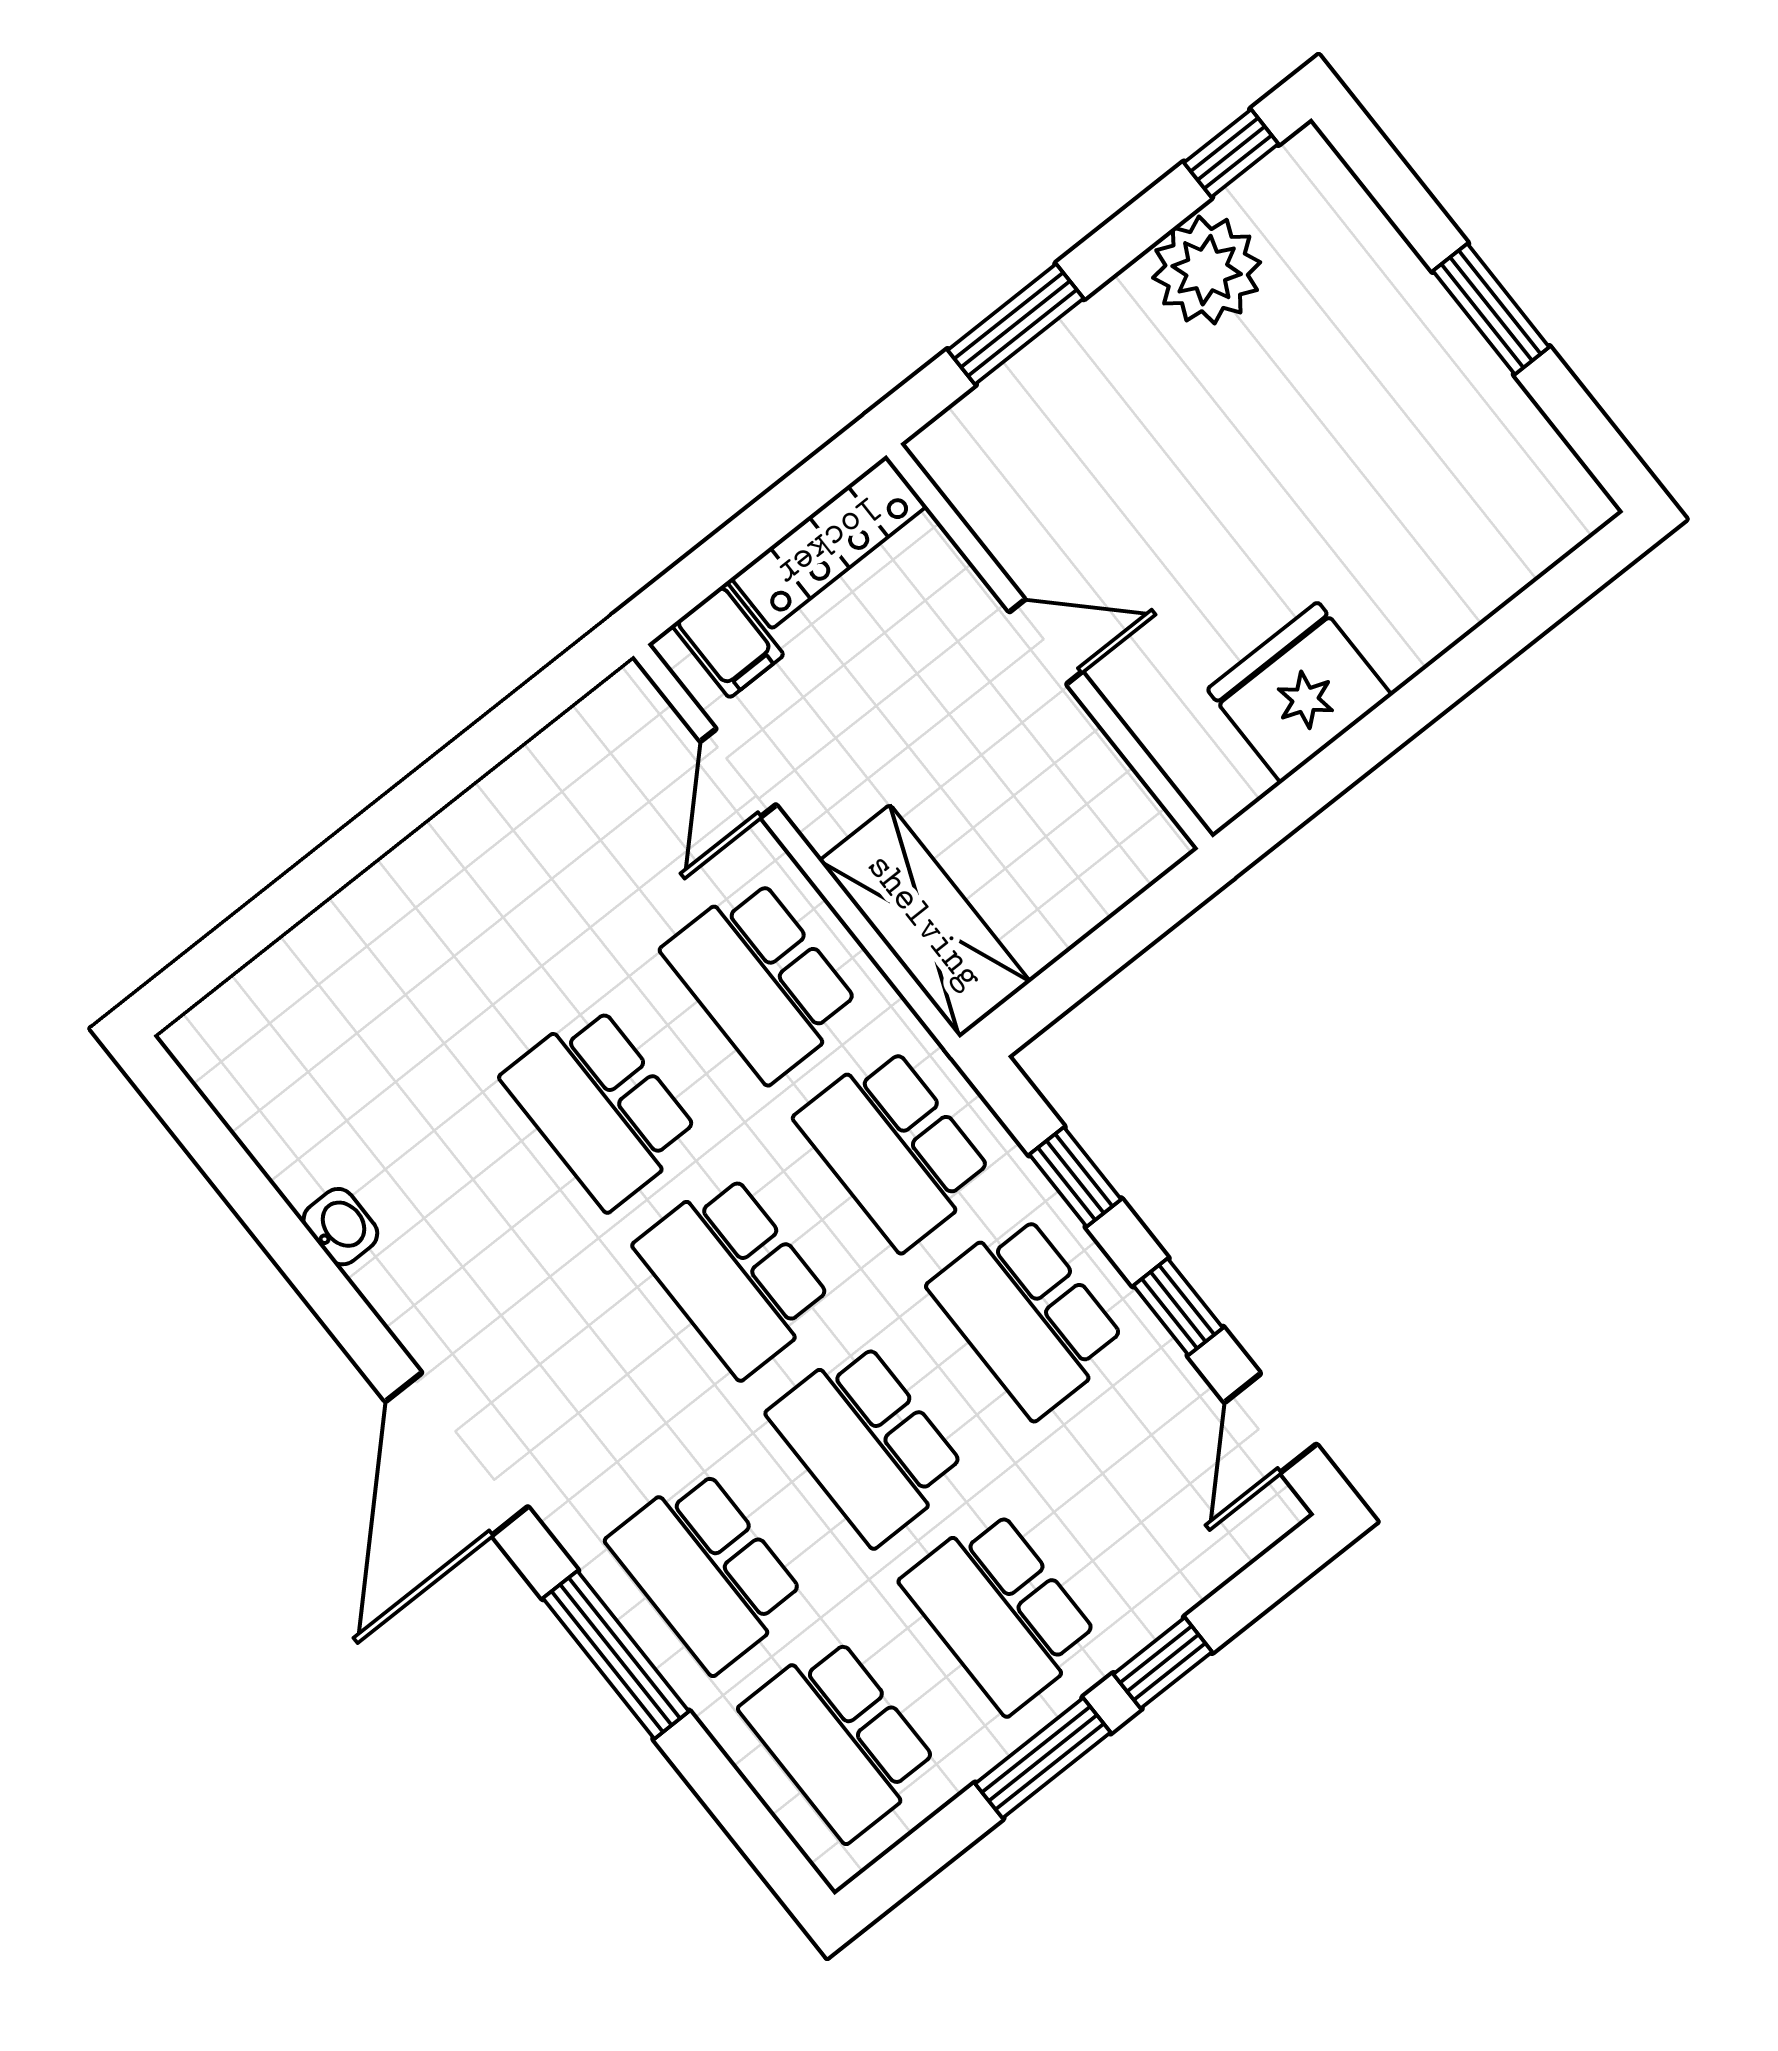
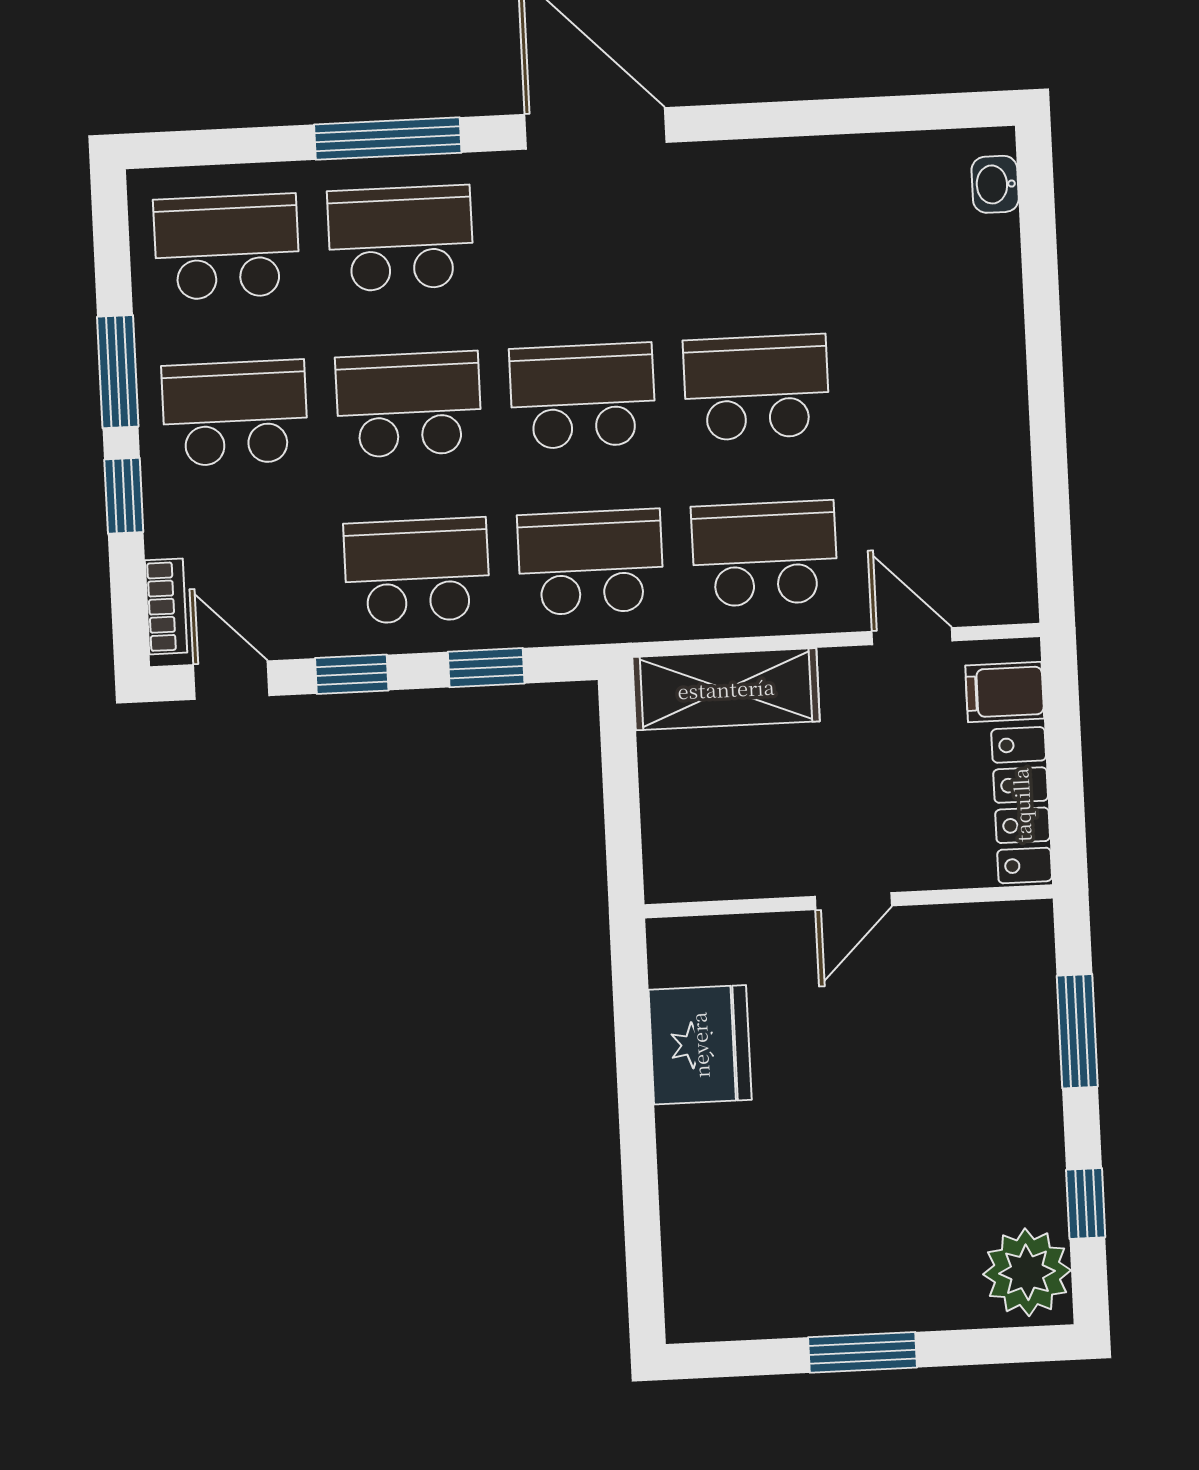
window: (1231, 153) -> (1086, 1203), moved
plant: (1207, 270) -> (1027, 1272), moved
washbasin: (340, 1227) -> (995, 184), moved, turned 90
bookcase: (1243, 1541) -> (166, 606), added

